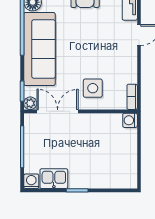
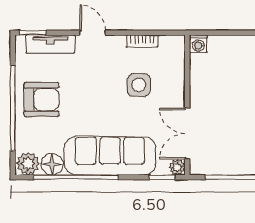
side table: (93, 88) -> (139, 85), moved
bookcase: (132, 97) -> (142, 41), moved

